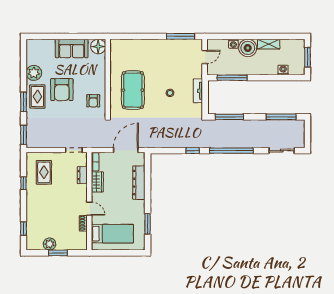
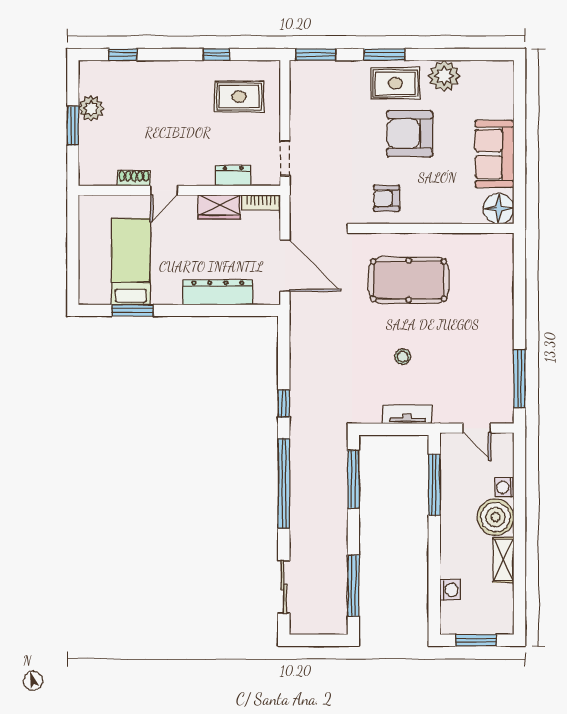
bed: (112, 234) -> (131, 262), moved, turned 180

